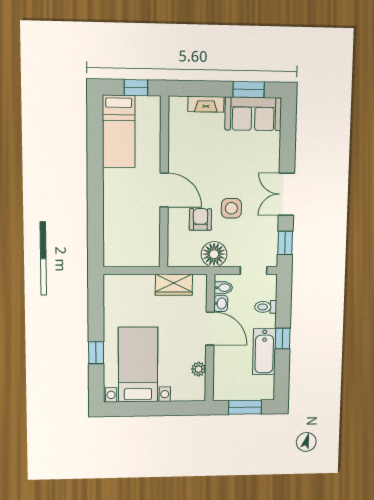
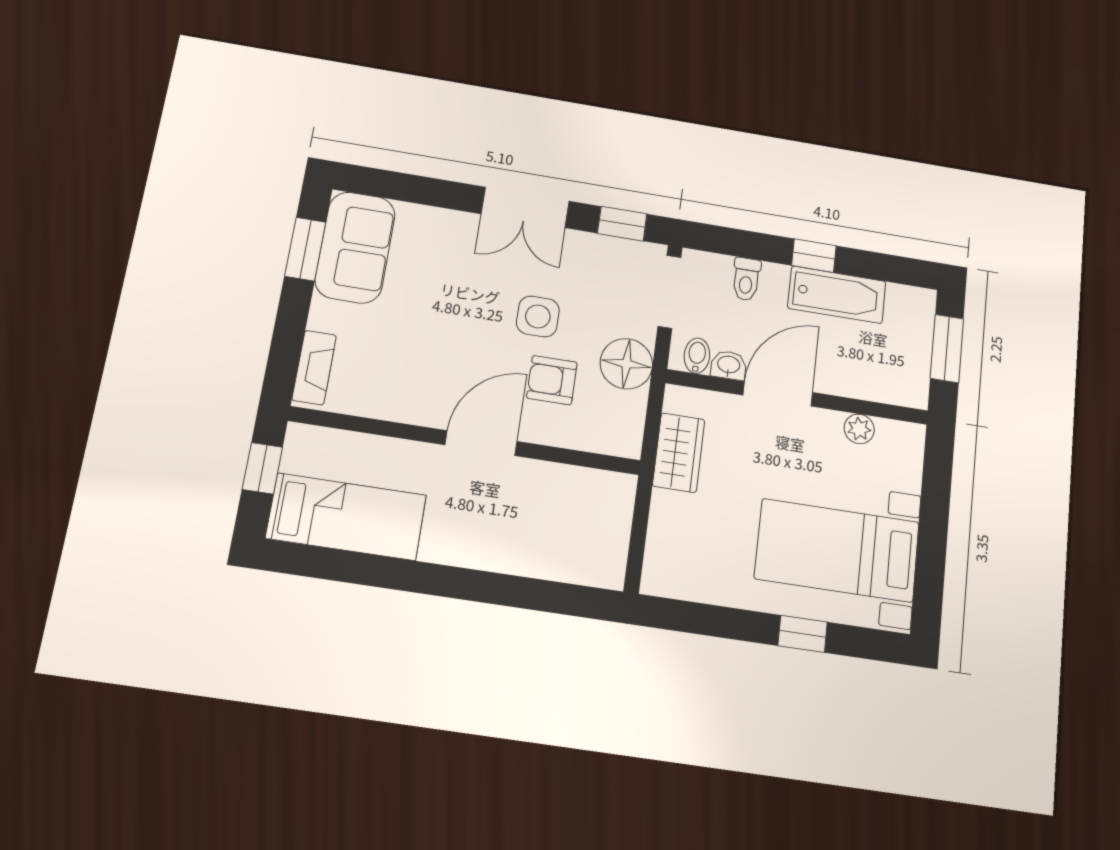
fireplace: (206, 104) -> (314, 368), moved
doorway: (254, 270) -> (669, 292), width x1.38

